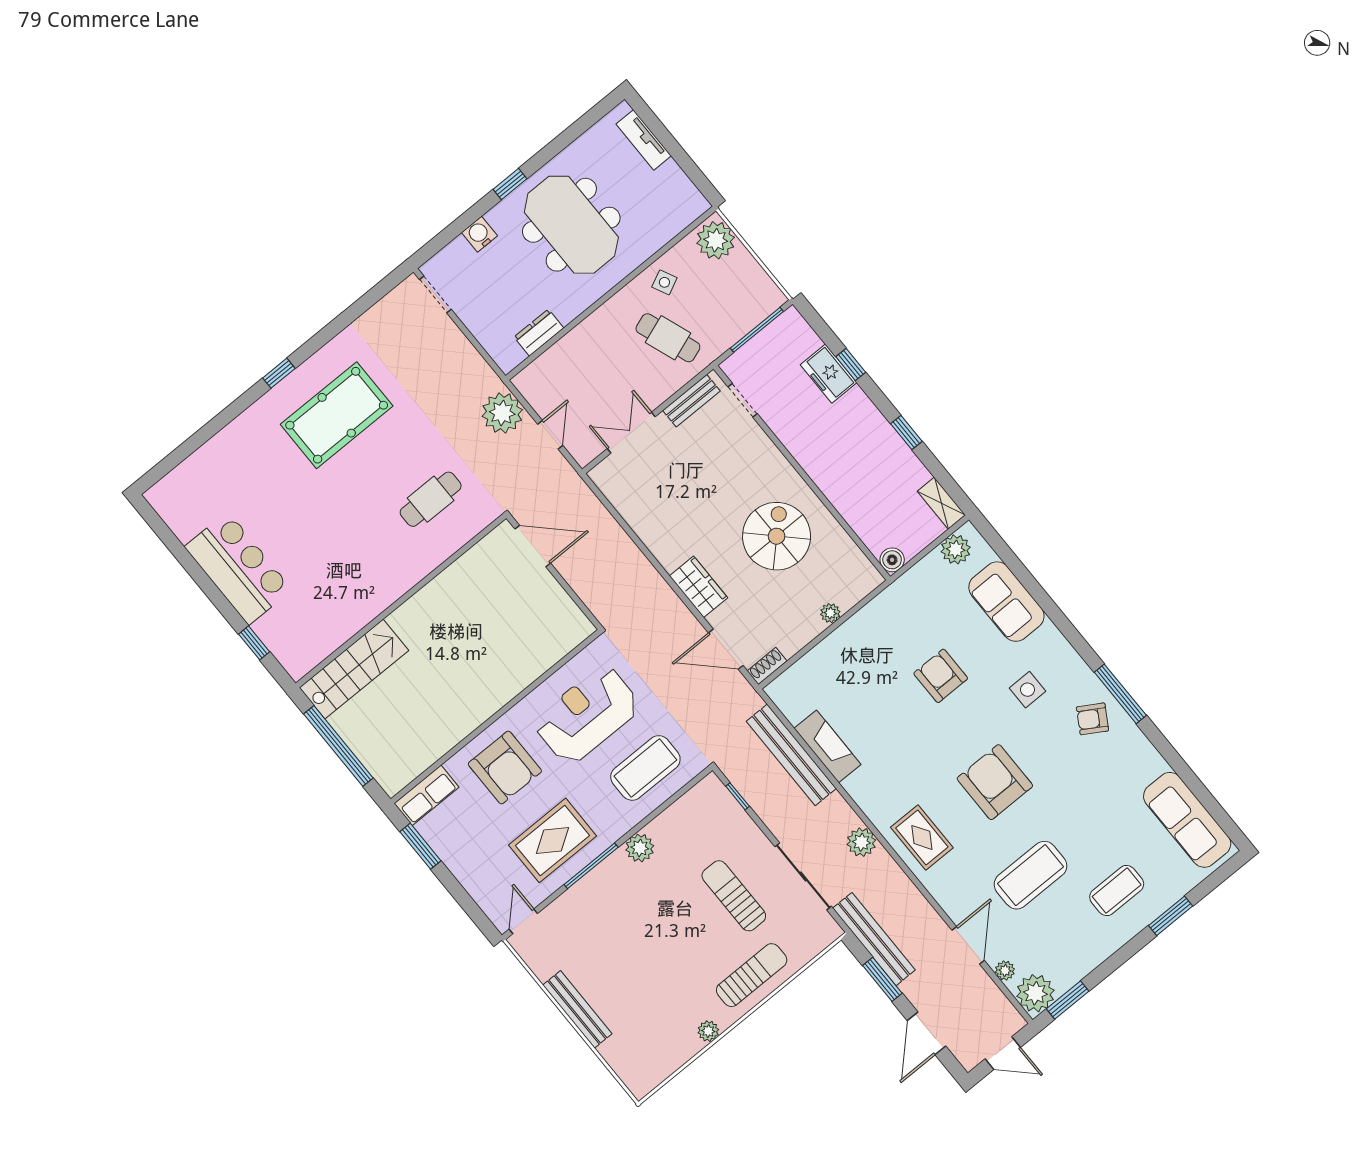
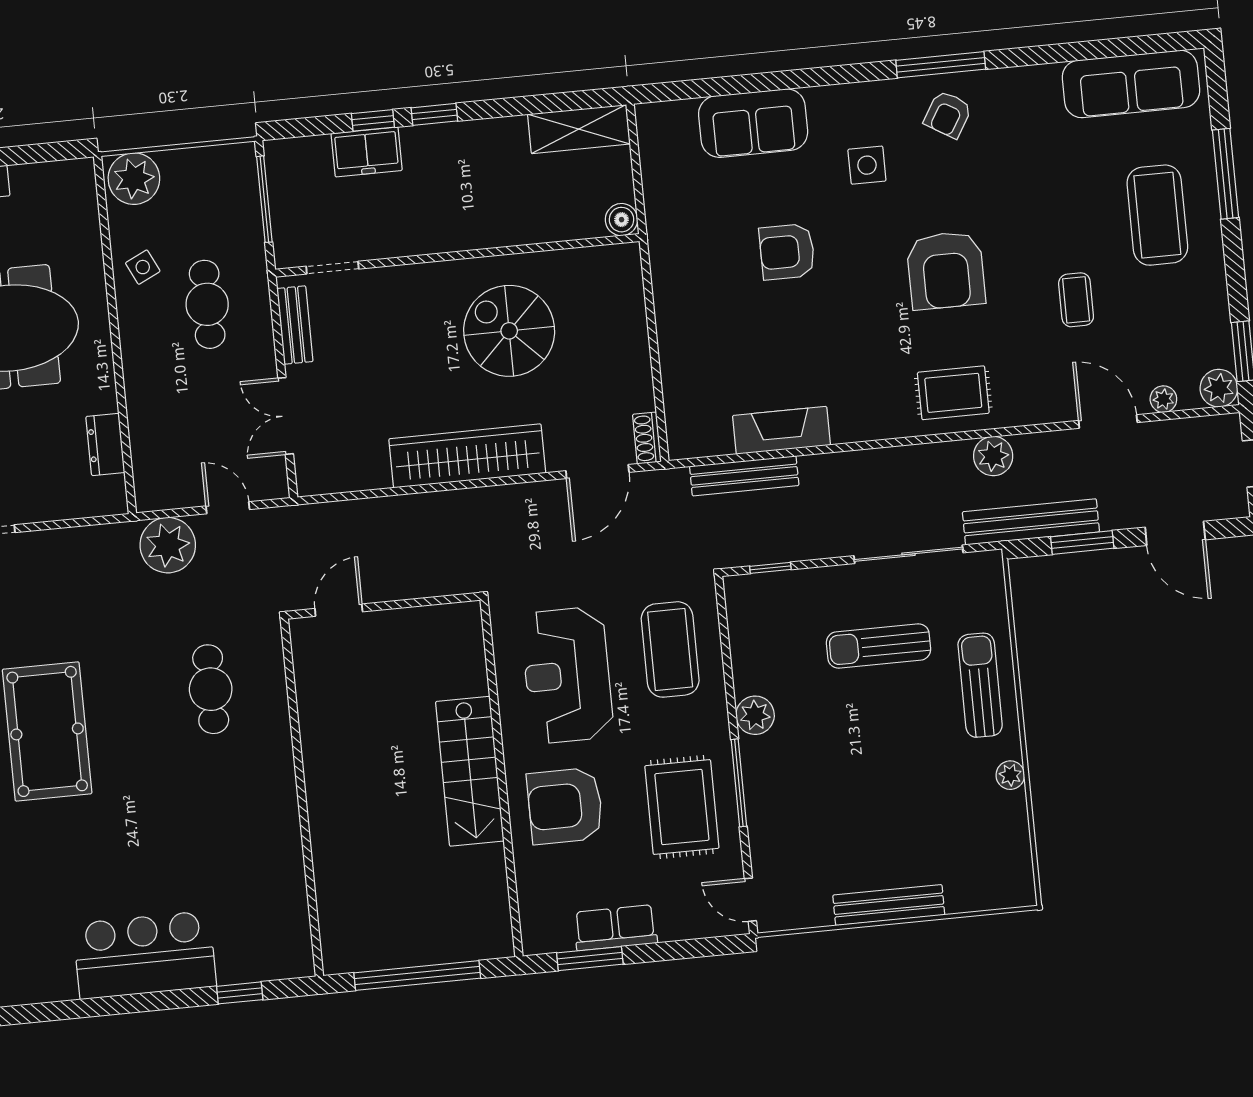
cafe table: (668, 338) -> (207, 304), turned -70
window: (906, 432) -> (434, 114), moved
shelving: (941, 503) -> (579, 129), width x1.50, depth x1.33
door: (533, 546) -> (339, 610), width x0.73
plant: (956, 549) -> (657, 141), removed
wardrobe: (698, 587) -> (467, 456), width x2.10, depth x1.17
plant: (830, 613) -> (635, 328), removed
stairs: (354, 669) -> (470, 771), moved, turned 180
bench: (791, 755) -> (744, 476), width x0.73, depth x0.82
armchair: (505, 767) -> (565, 806), turned 180
armchair: (995, 782) -> (946, 270), turned -90
row of seats: (427, 795) -> (615, 928), moved, turned -90
plant: (861, 842) -> (993, 456), moved
coffee table: (1030, 875) -> (1076, 300), width x0.54, depth x0.58
coffee table: (1117, 891) -> (1157, 215), width x1.36, depth x1.32
window: (1171, 916) -> (1226, 174), width x1.44
plant: (1035, 993) -> (1219, 388), width x0.73, depth x0.73

